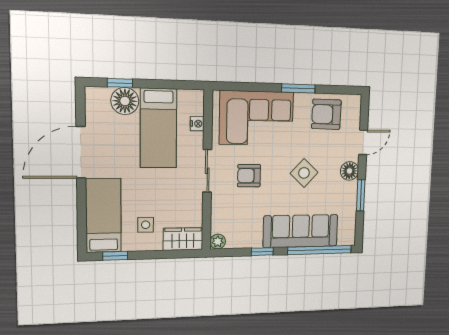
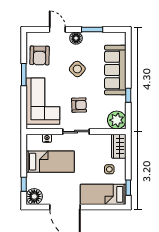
floor lamp: (125, 101) -> (34, 196), moved
armchair: (249, 176) -> (79, 105), turned -92
plant: (218, 242) -> (117, 120), width x1.88, depth x1.88
window: (320, 250) -> (128, 57), removed

